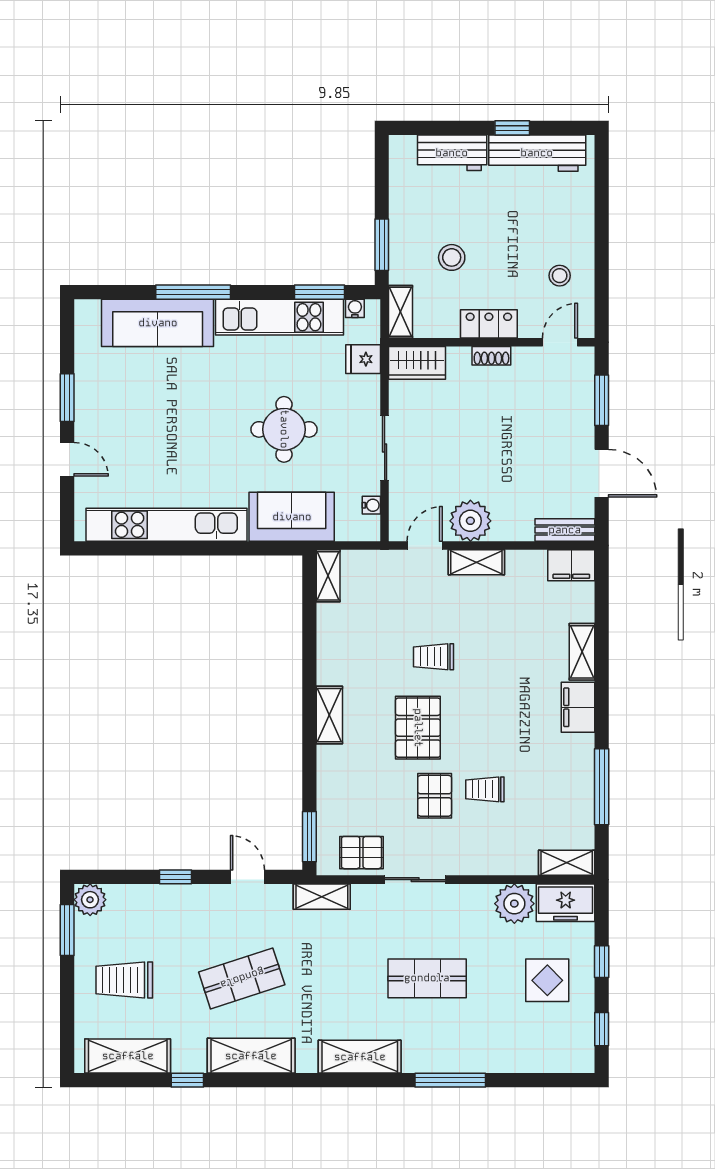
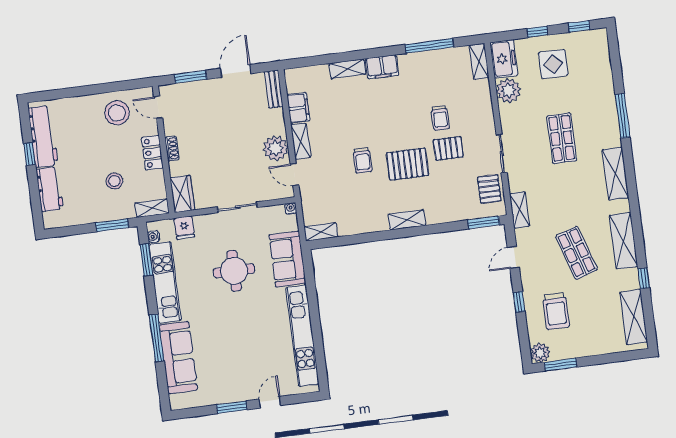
stool: (560, 276) -> (117, 113), width x1.89, depth x1.89
water cooler: (371, 505) -> (291, 209), moved
filing cabinet: (571, 565) -> (298, 108), moved
trolley: (124, 980) -> (556, 311), moved

